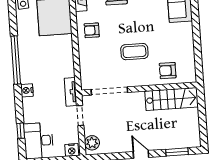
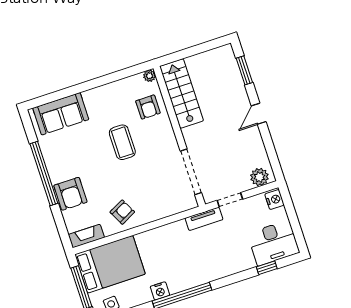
armchair: (92, 30) -> (122, 212), turned -117
coffee table: (134, 52) -> (122, 142), moved
plant: (191, 78) -> (150, 76), added
nightstand: (27, 90) -> (160, 291), moved

